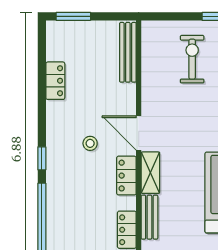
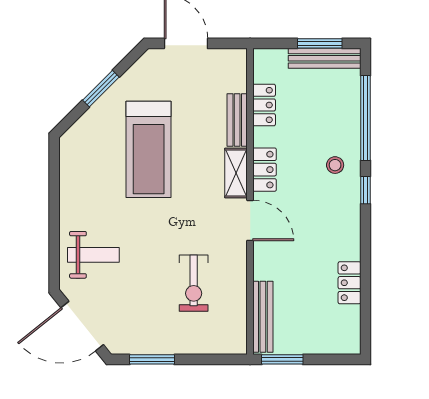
window: (73, 16) -> (282, 359), moved
exercise bike: (192, 59) -> (194, 283), moved
stool: (90, 143) -> (335, 165), moved

